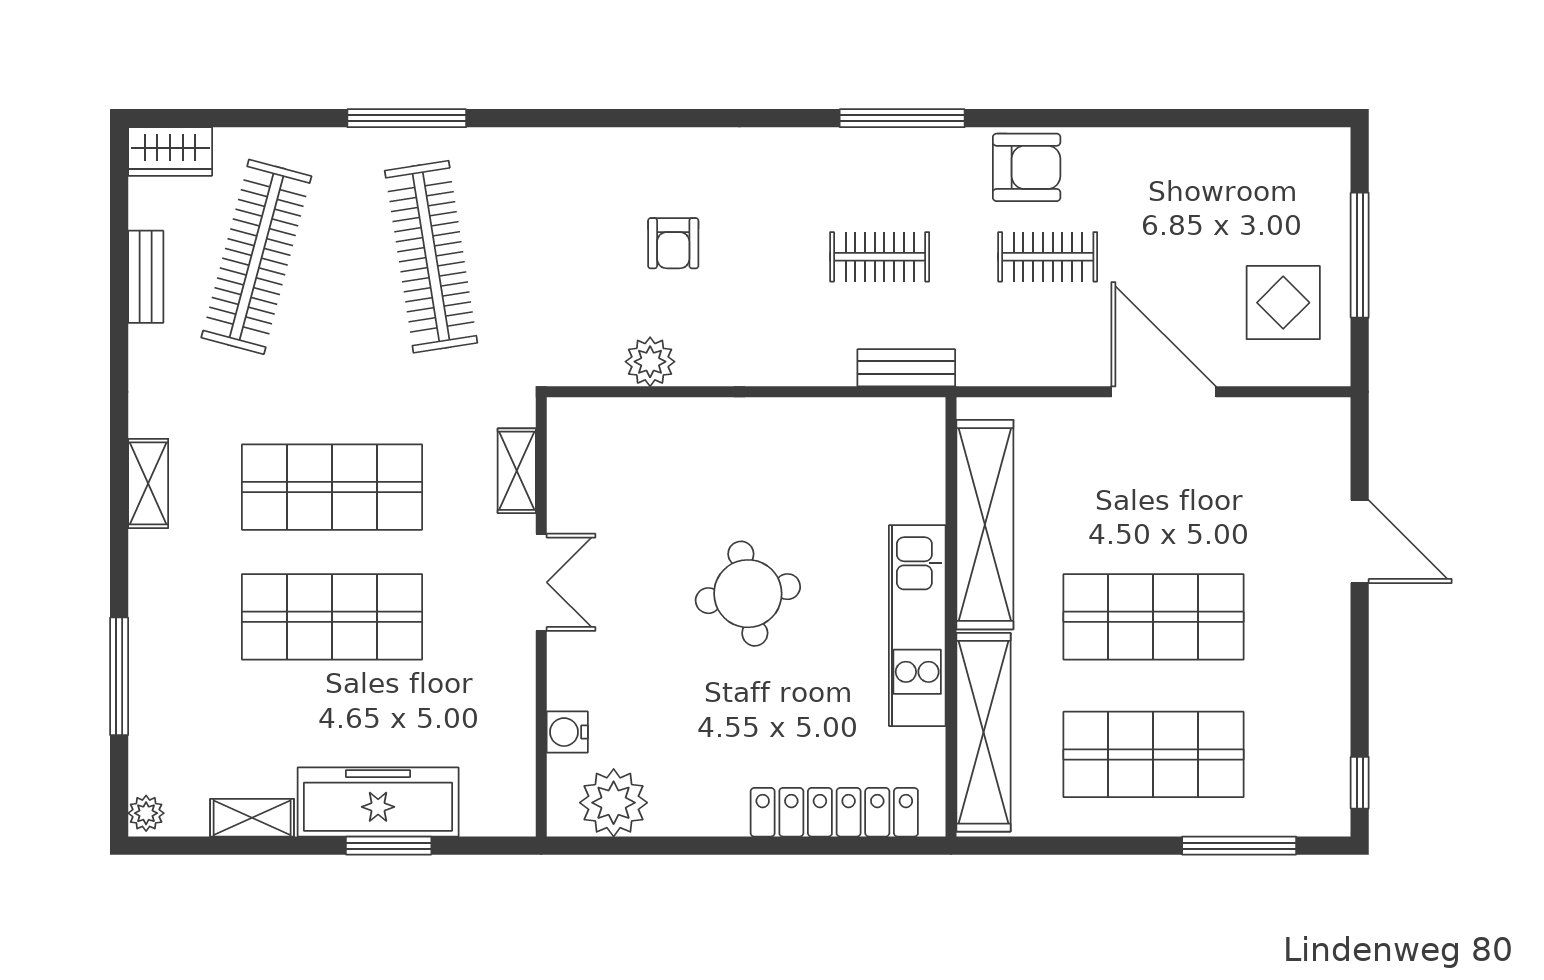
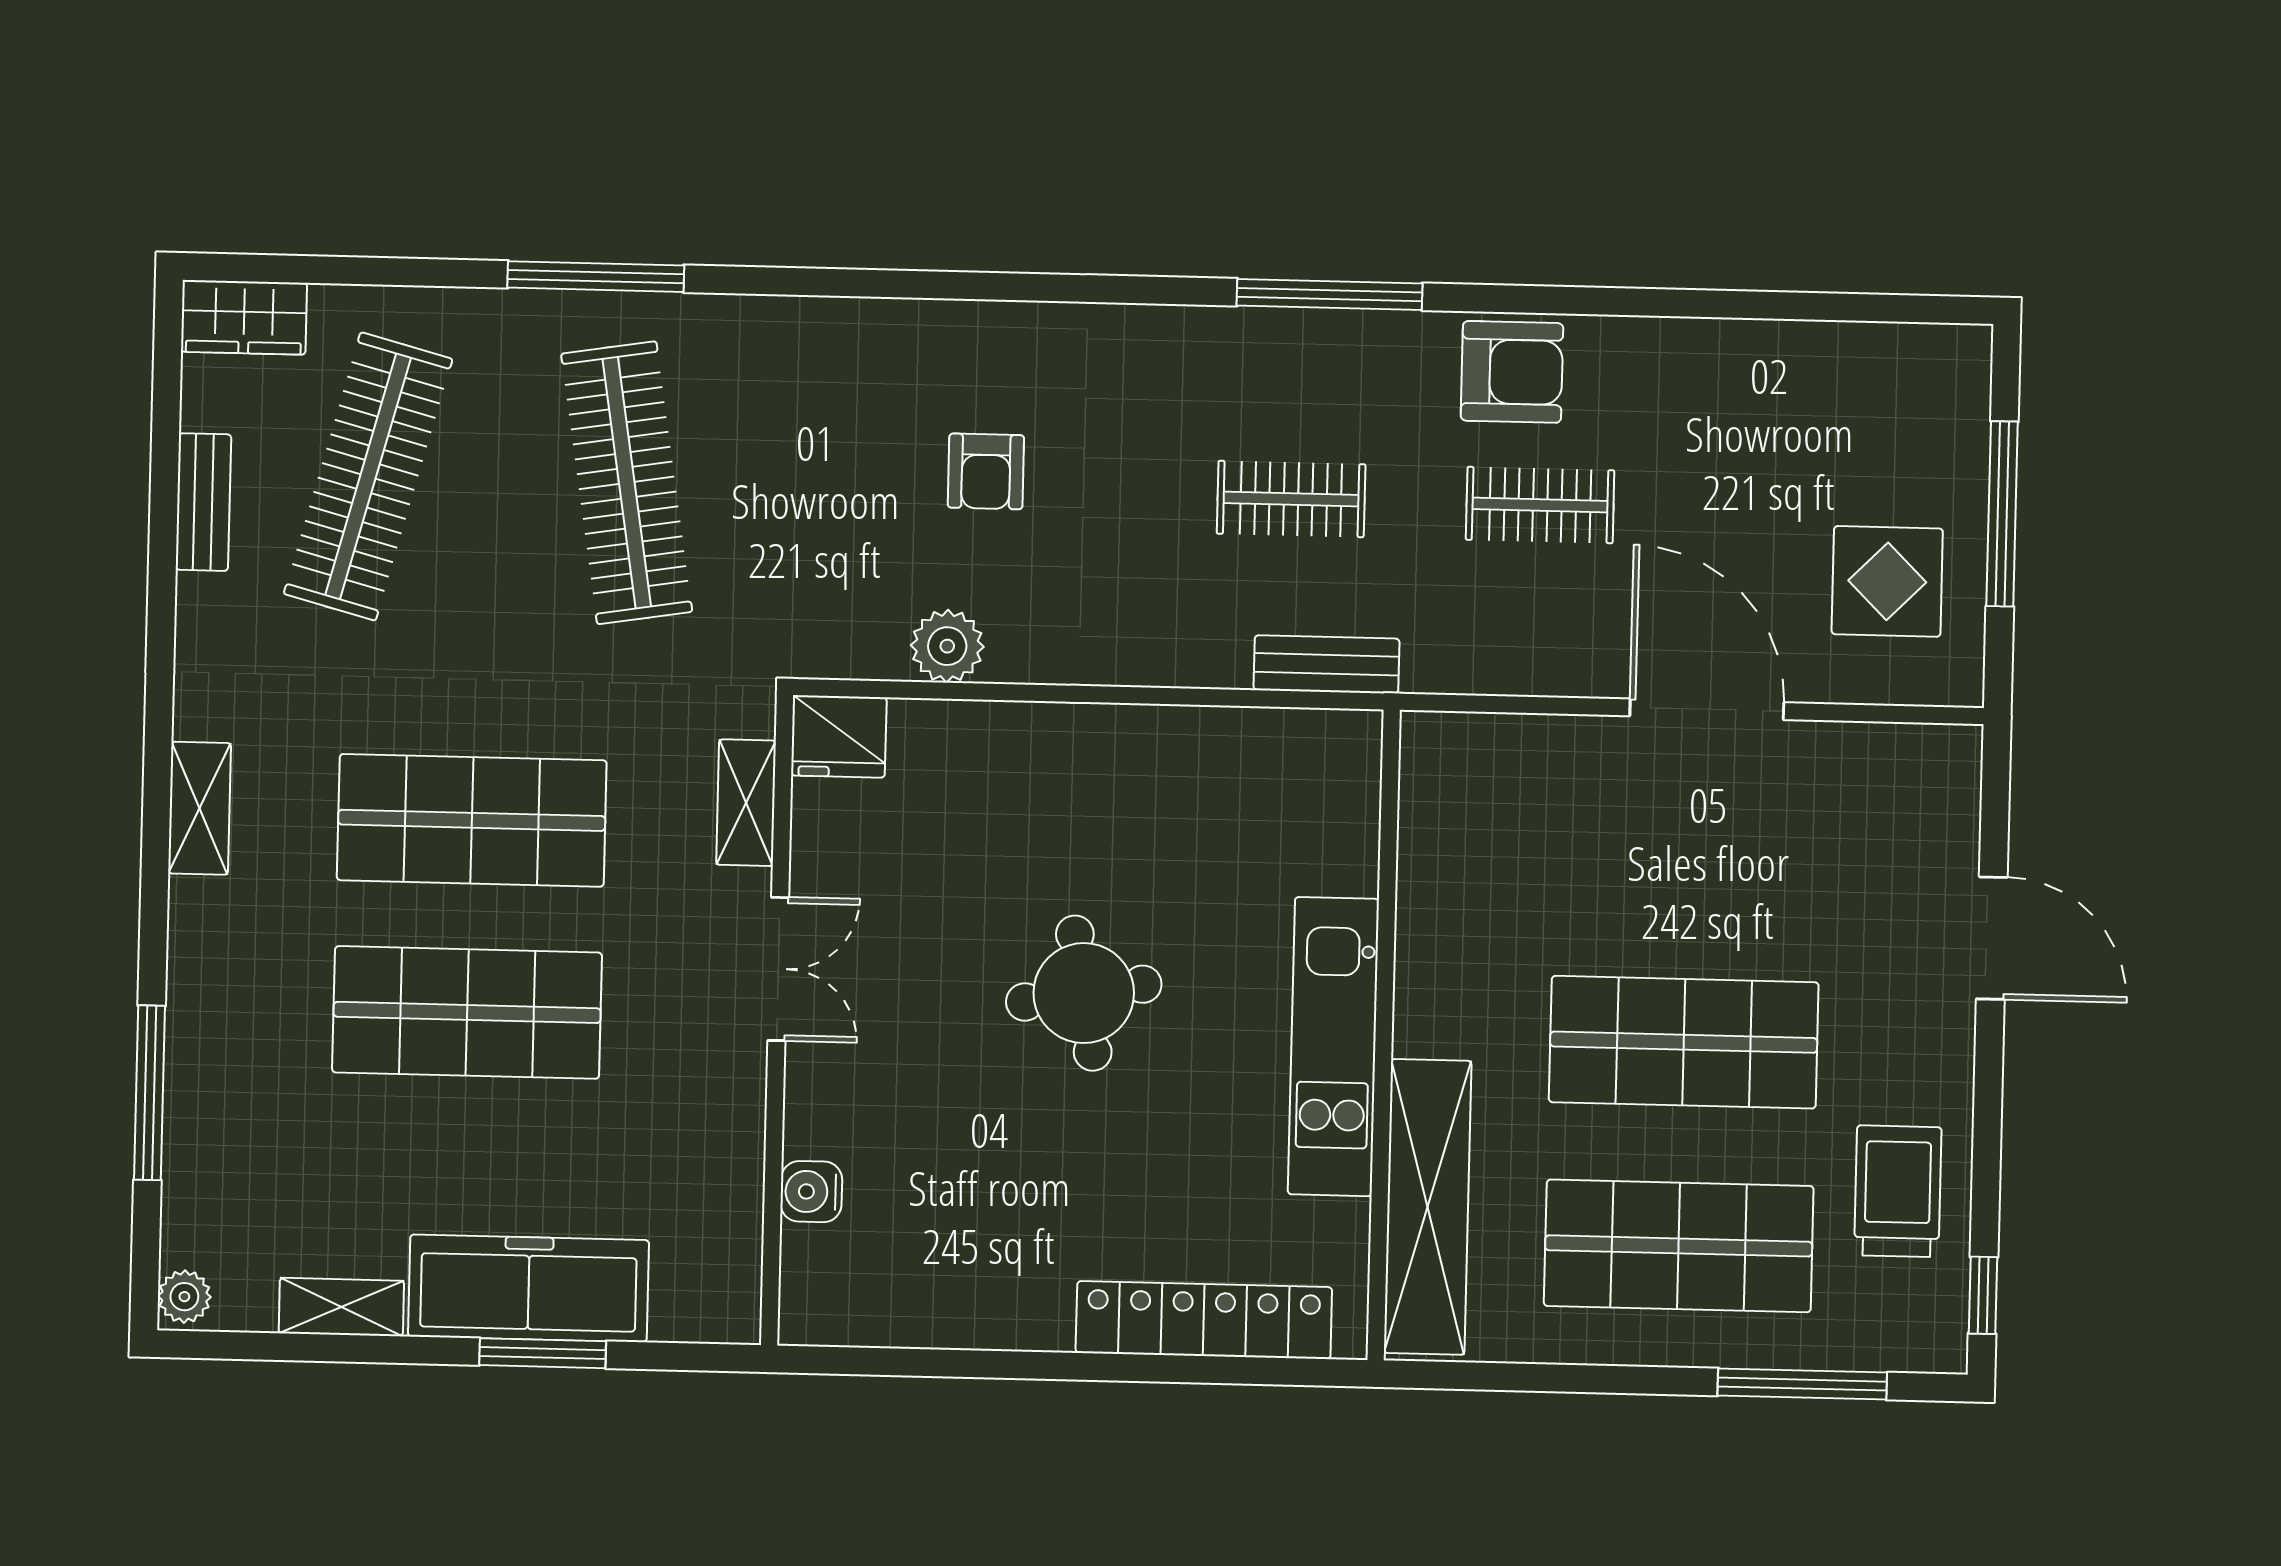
fridge: (578, 424) -> (839, 736), added
shelving: (985, 525) -> (1437, 899), removed
trolley: (1300, 714) -> (1898, 1191), added
plant: (614, 803) -> (877, 1298), removed

